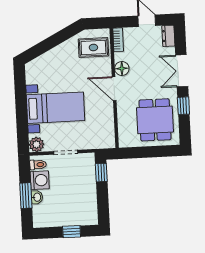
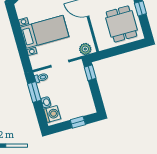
plant: (36, 144) -> (85, 49), moved
washing machine: (40, 180) -> (52, 114), moved
window: (26, 196) -> (34, 92), moved

